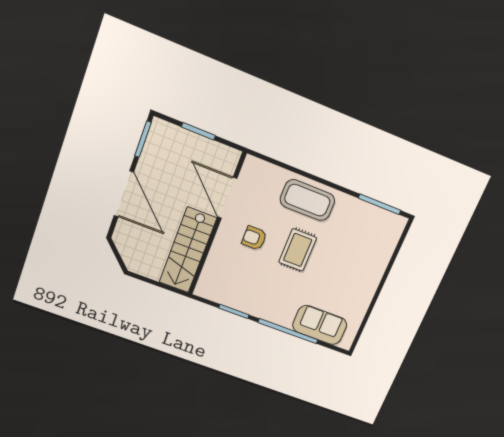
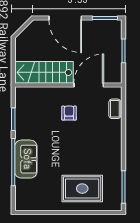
door: (124, 194) -> (65, 18), hinge flipped
coffee table: (307, 200) -> (115, 109), moved, width x0.54, depth x0.58
rug: (298, 250) -> (82, 189), moved, width x1.36, depth x1.43
sofa: (320, 325) -> (26, 159), moved

